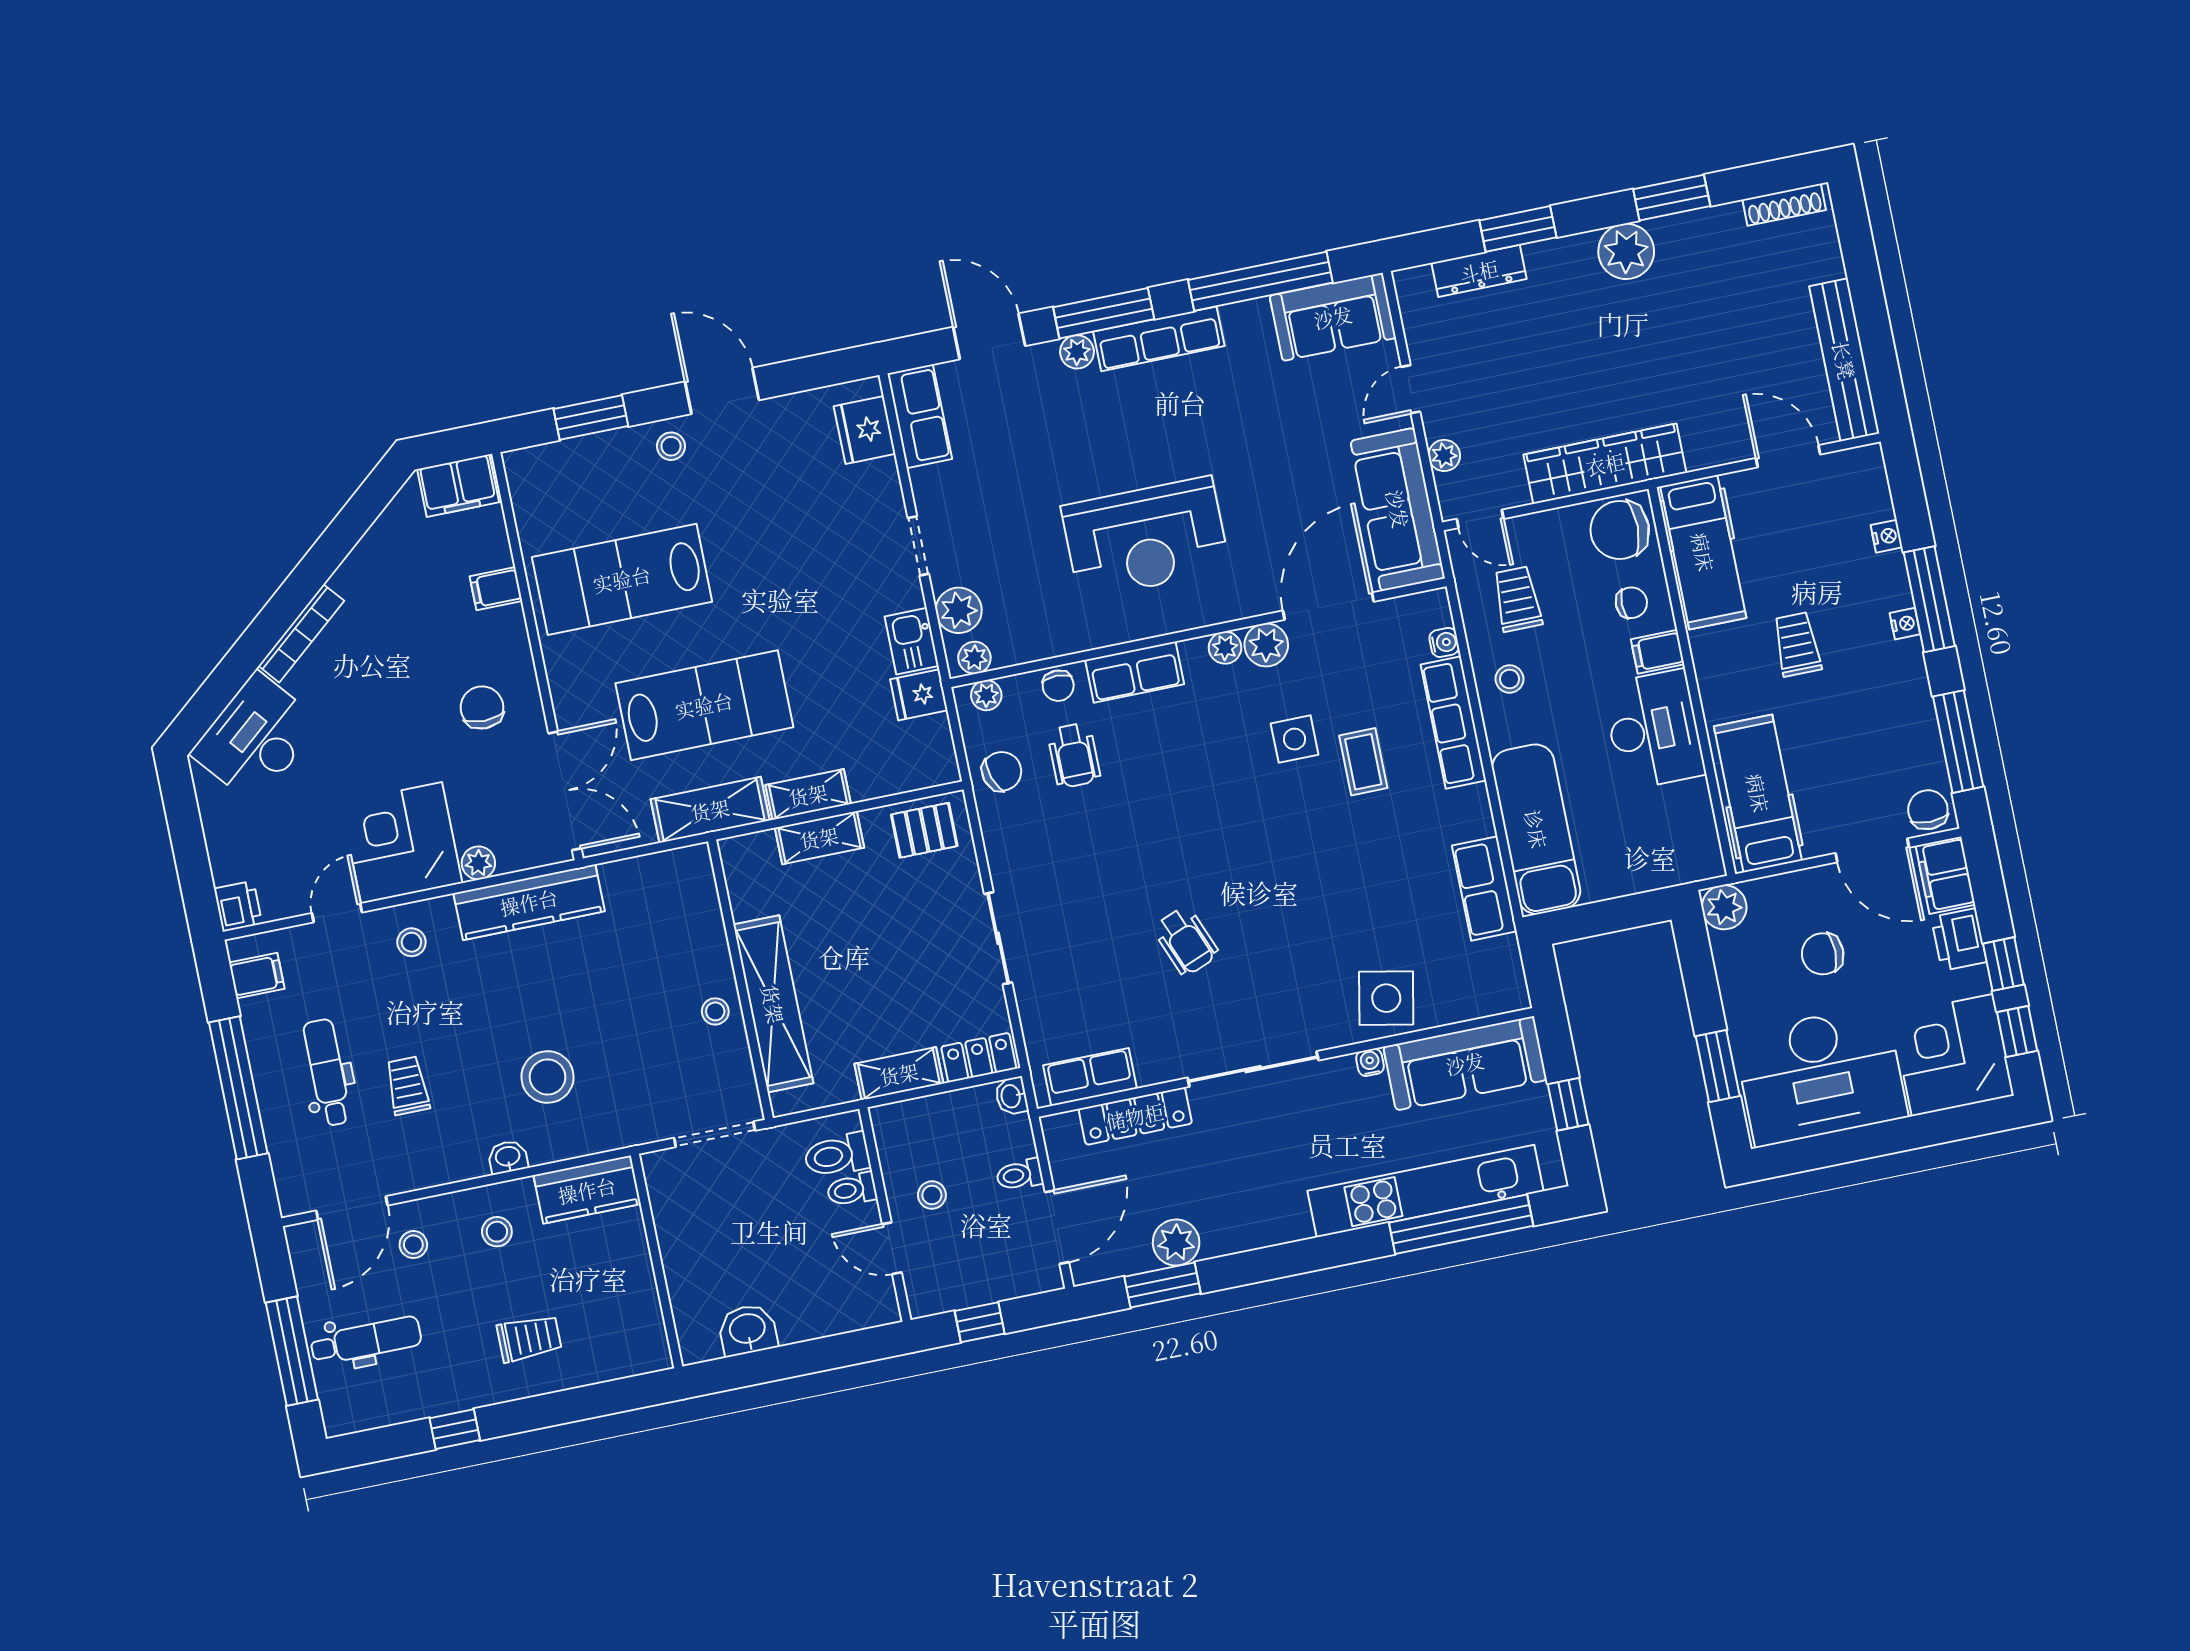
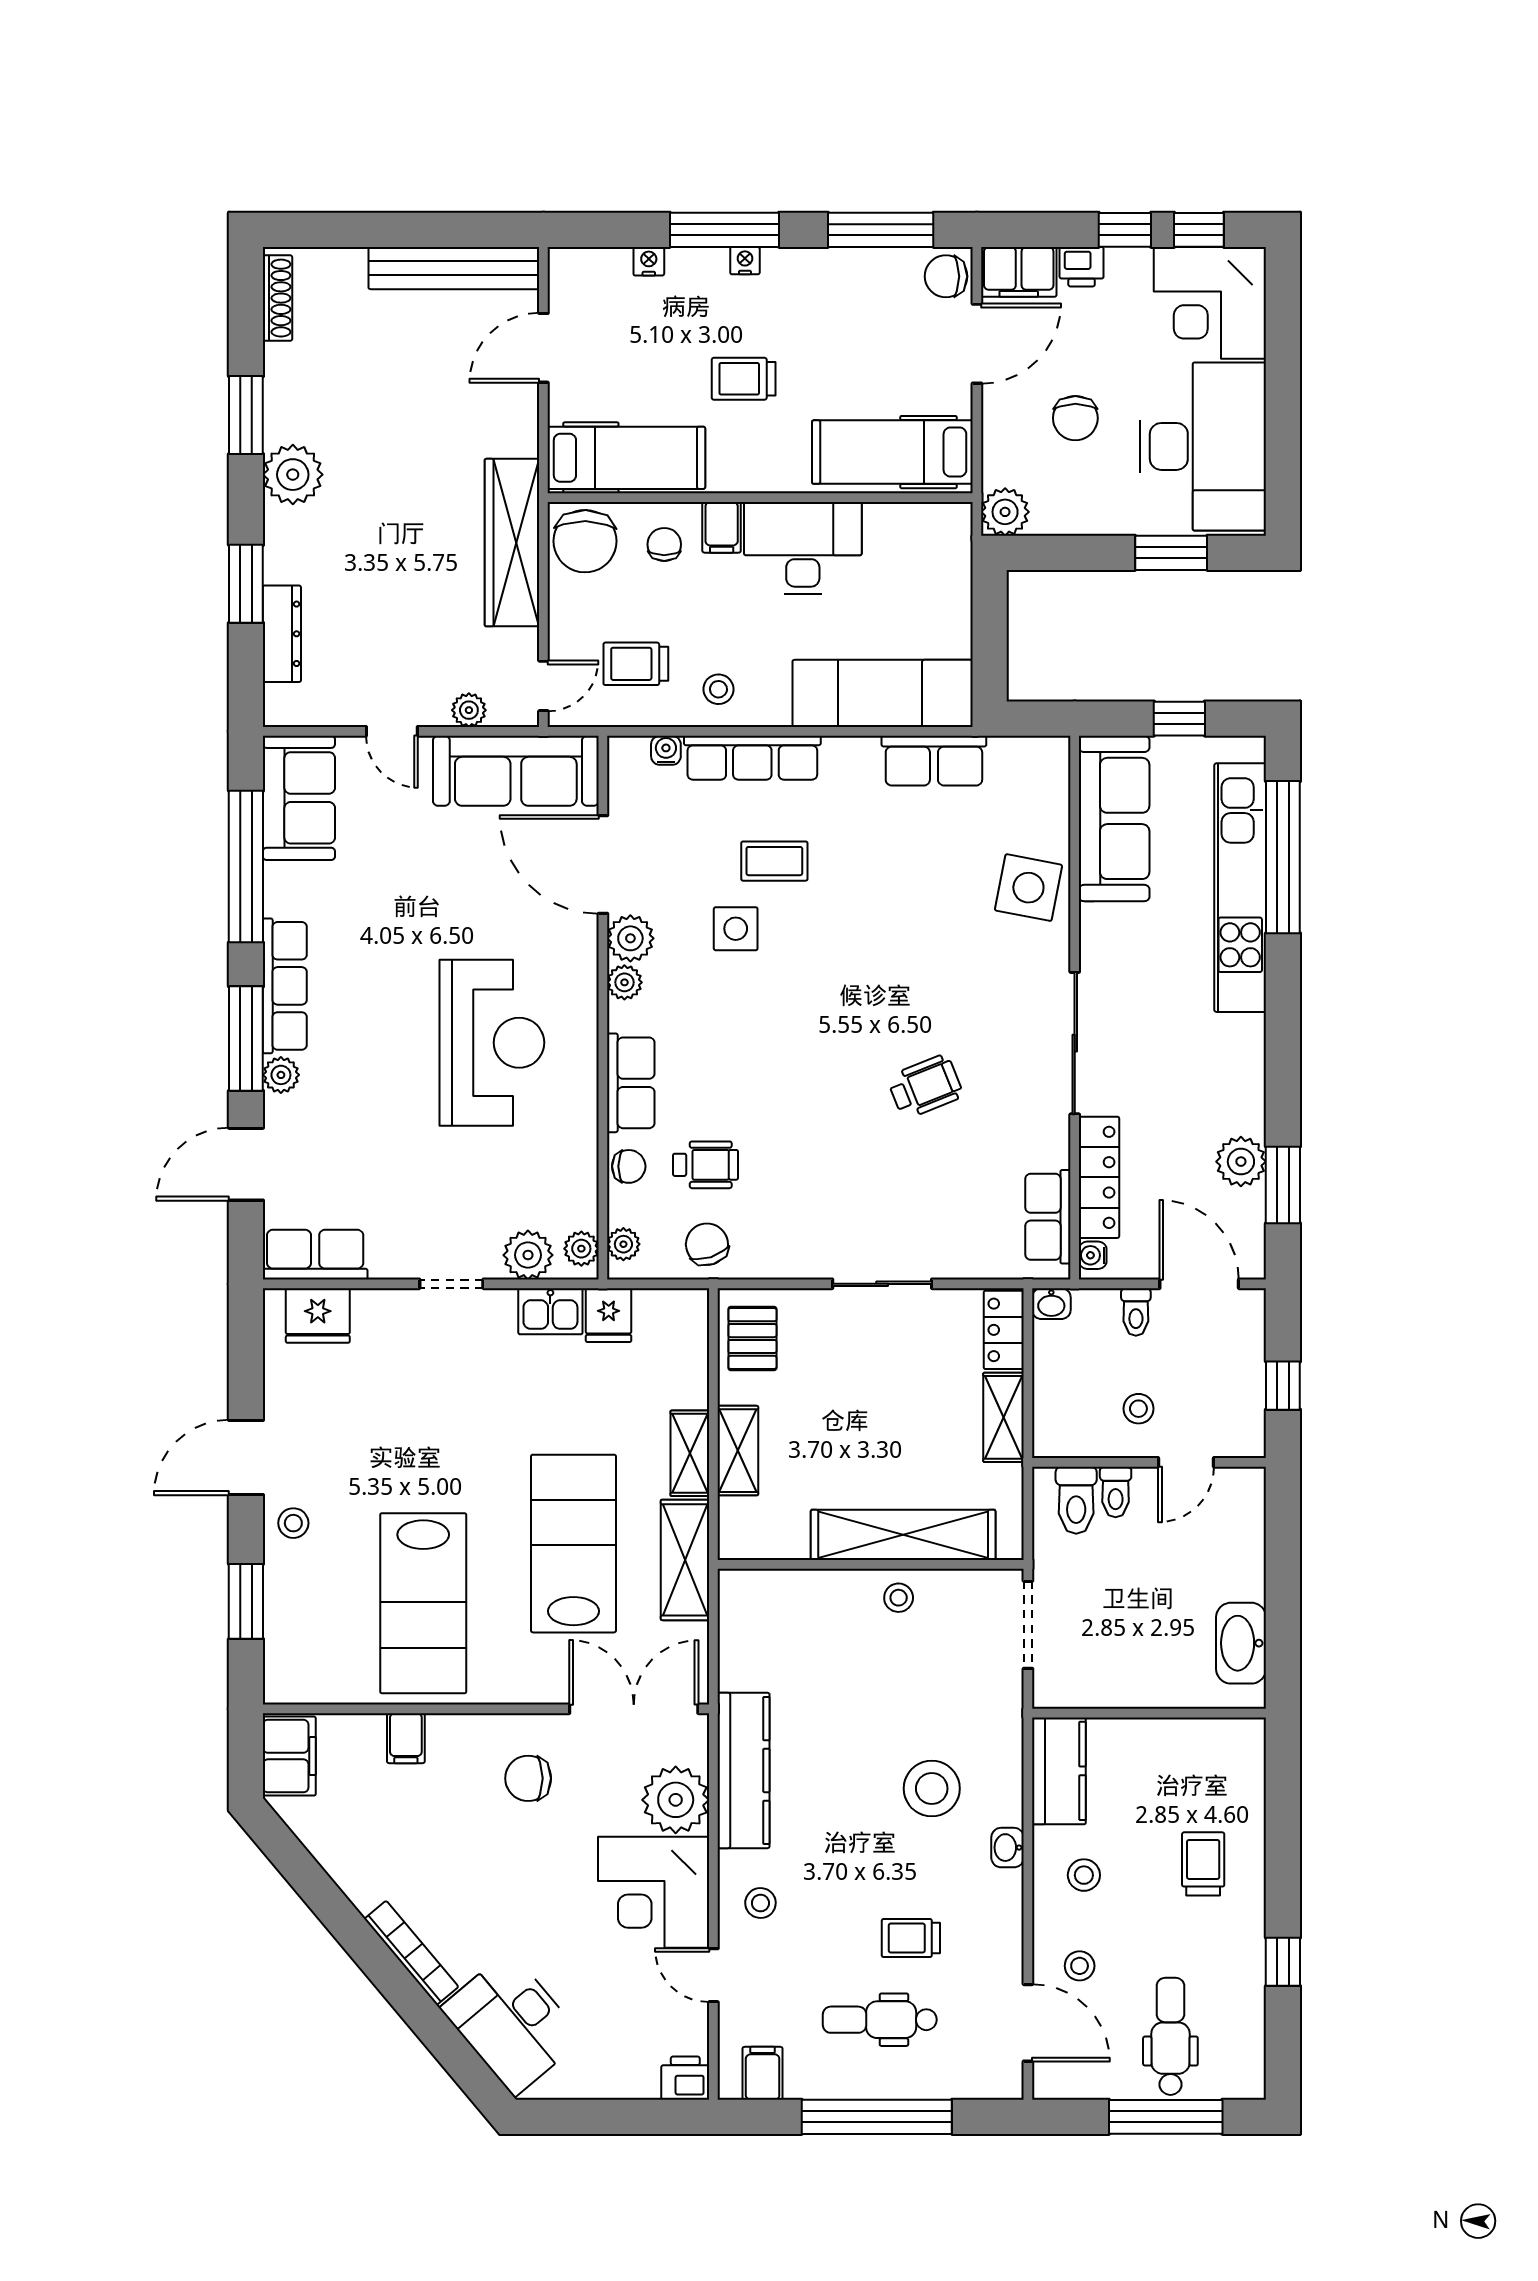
plant: (478, 863) -> (676, 1800), width x1.88, depth x1.88
printer: (1959, 940) -> (1082, 267), width x0.73, depth x0.81
water cooler: (1370, 1062) -> (1093, 1255), moved
washbasin: (748, 1330) -> (1241, 1643), width x1.38

